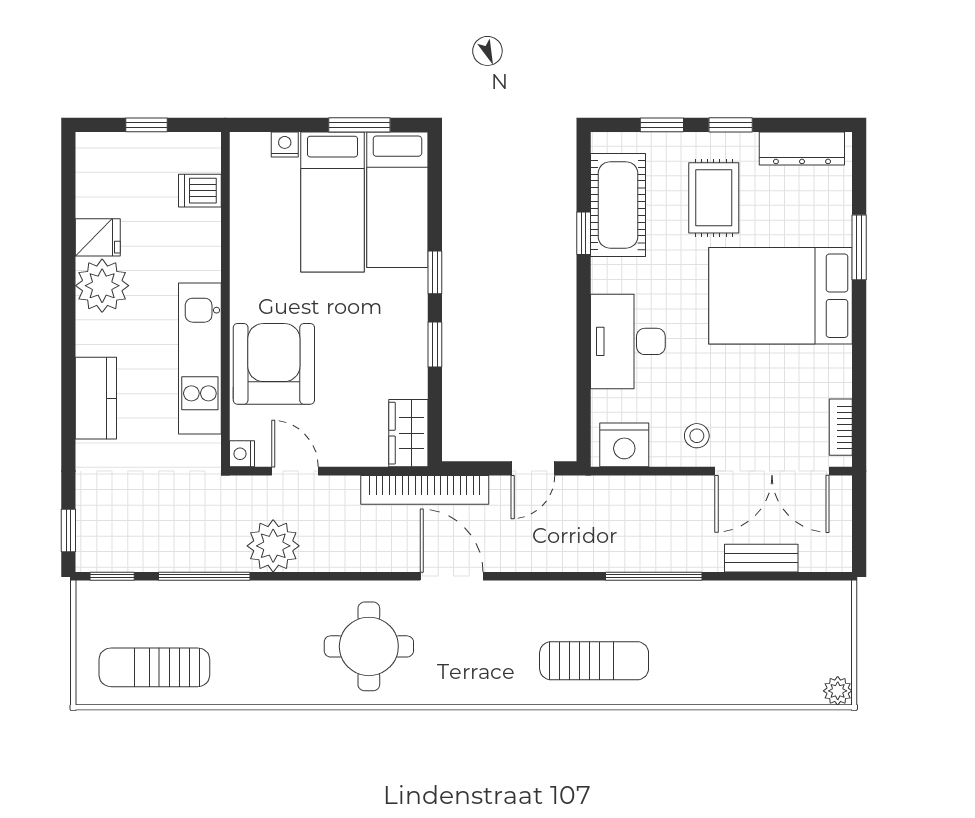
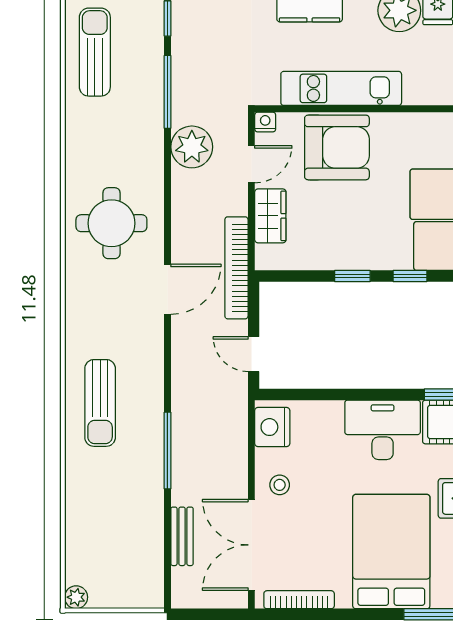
desk: (628, 341) -> (383, 430), moved
bookcase: (841, 427) -> (299, 600), width x1.56
wardrobe: (408, 433) -> (270, 216), moved, turned 90

